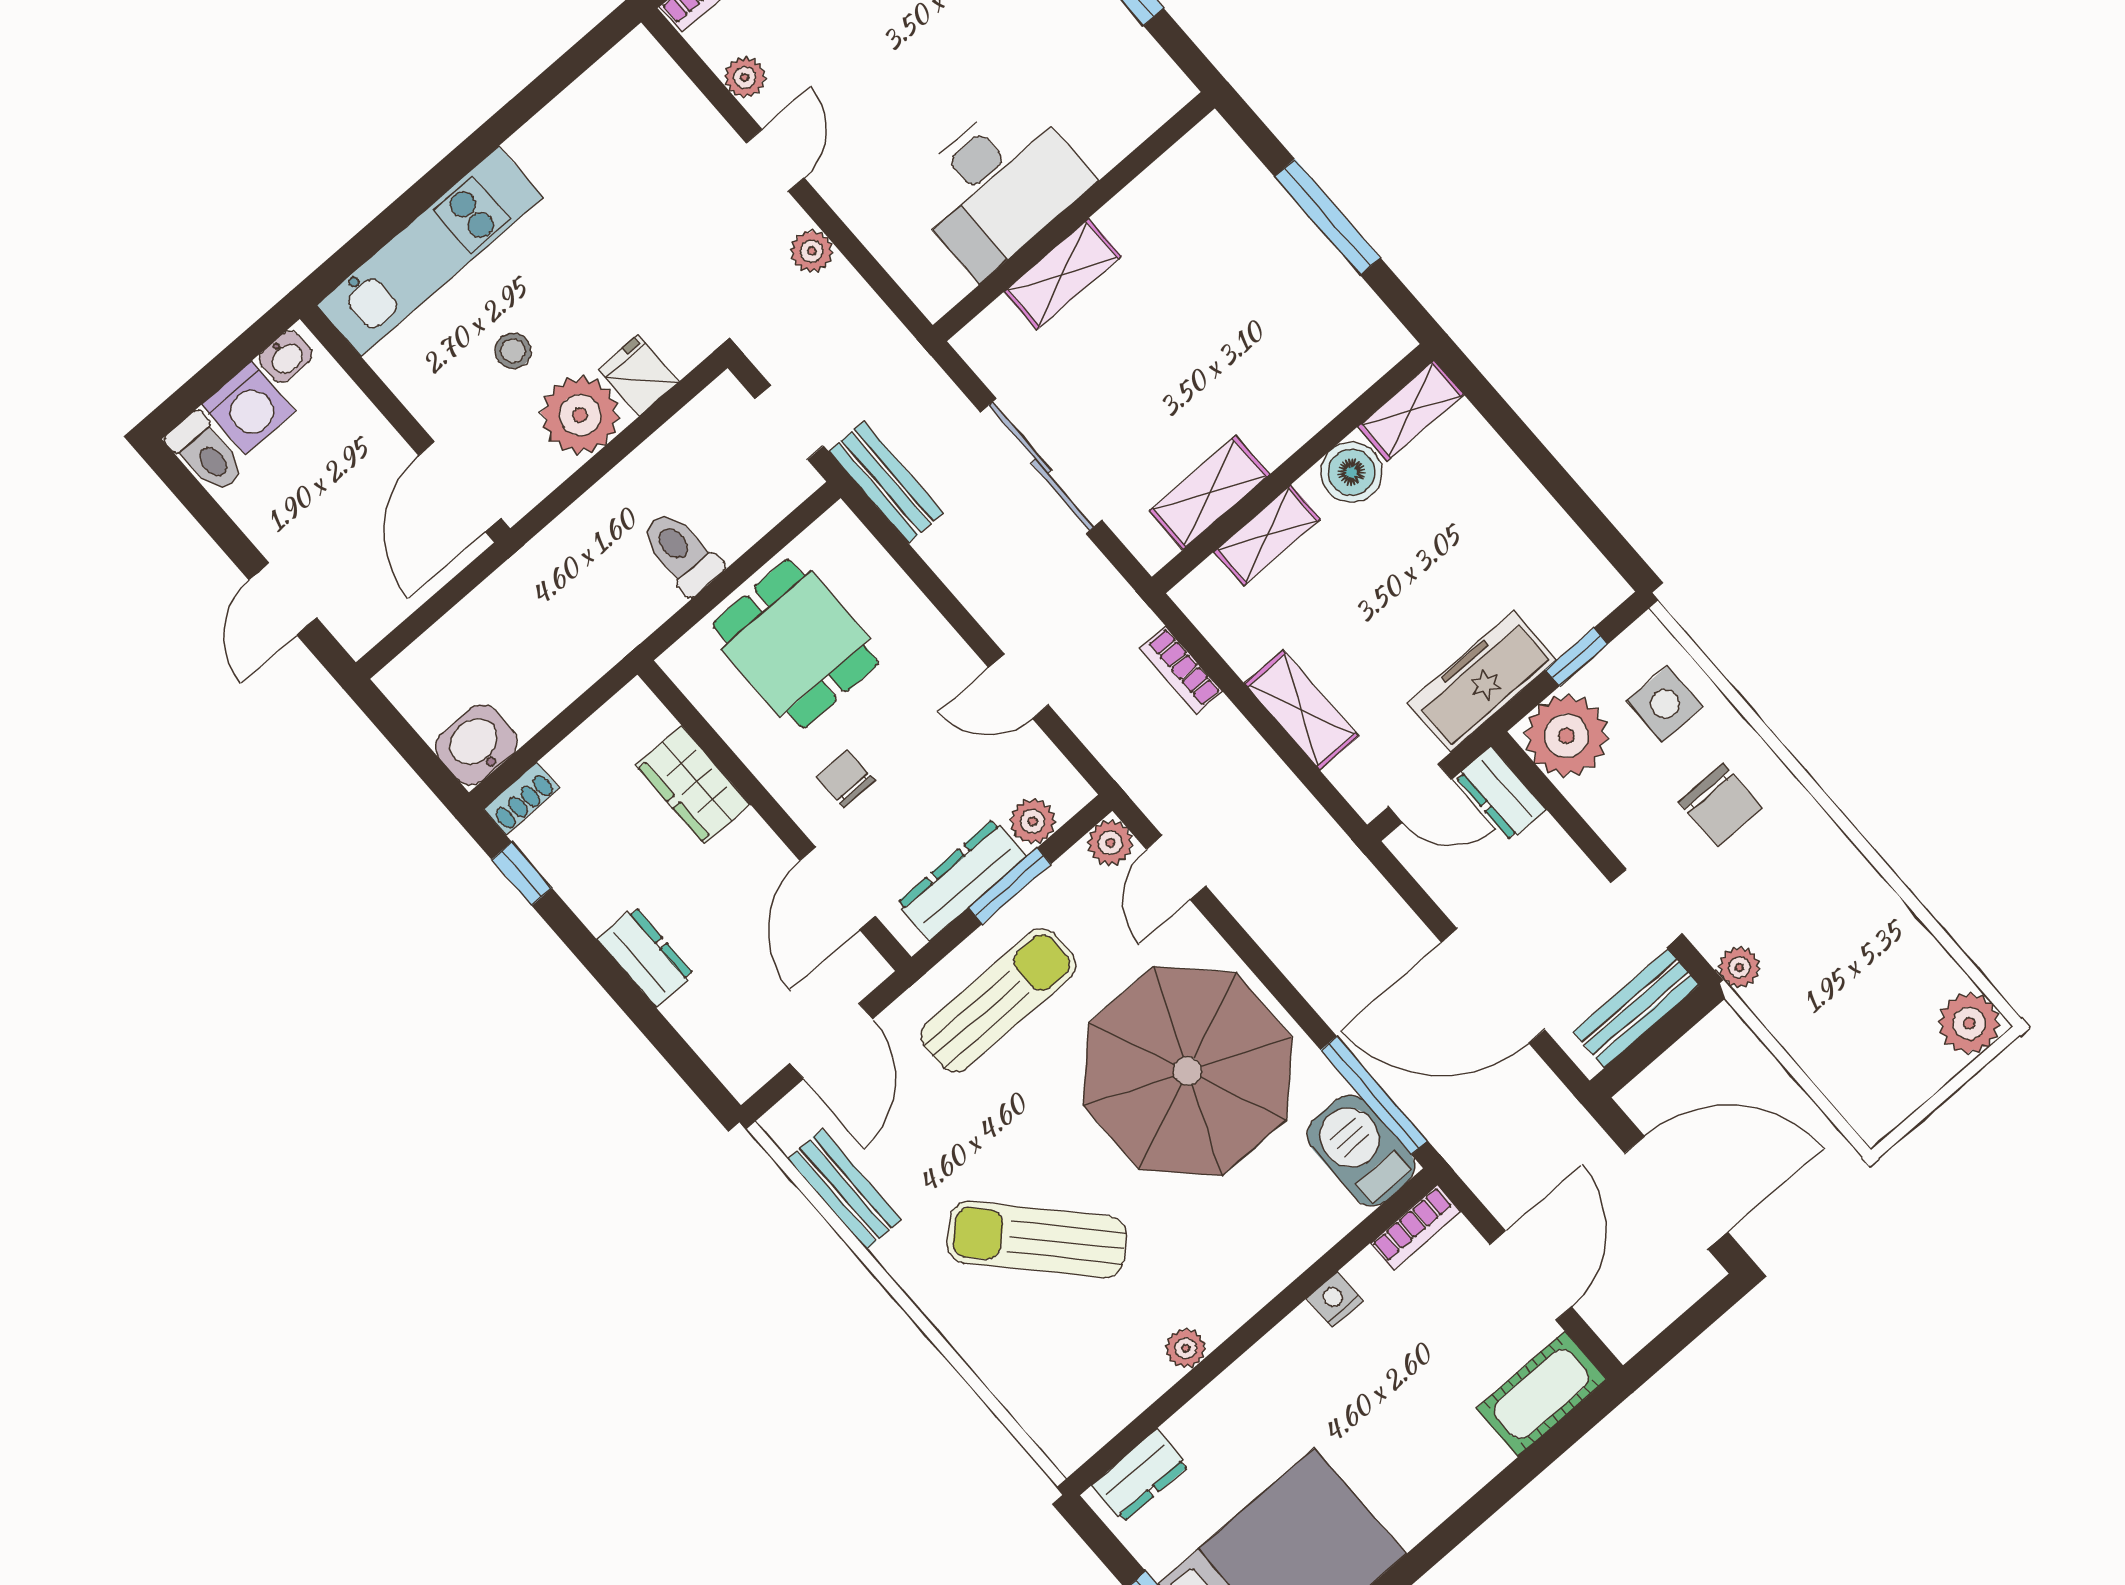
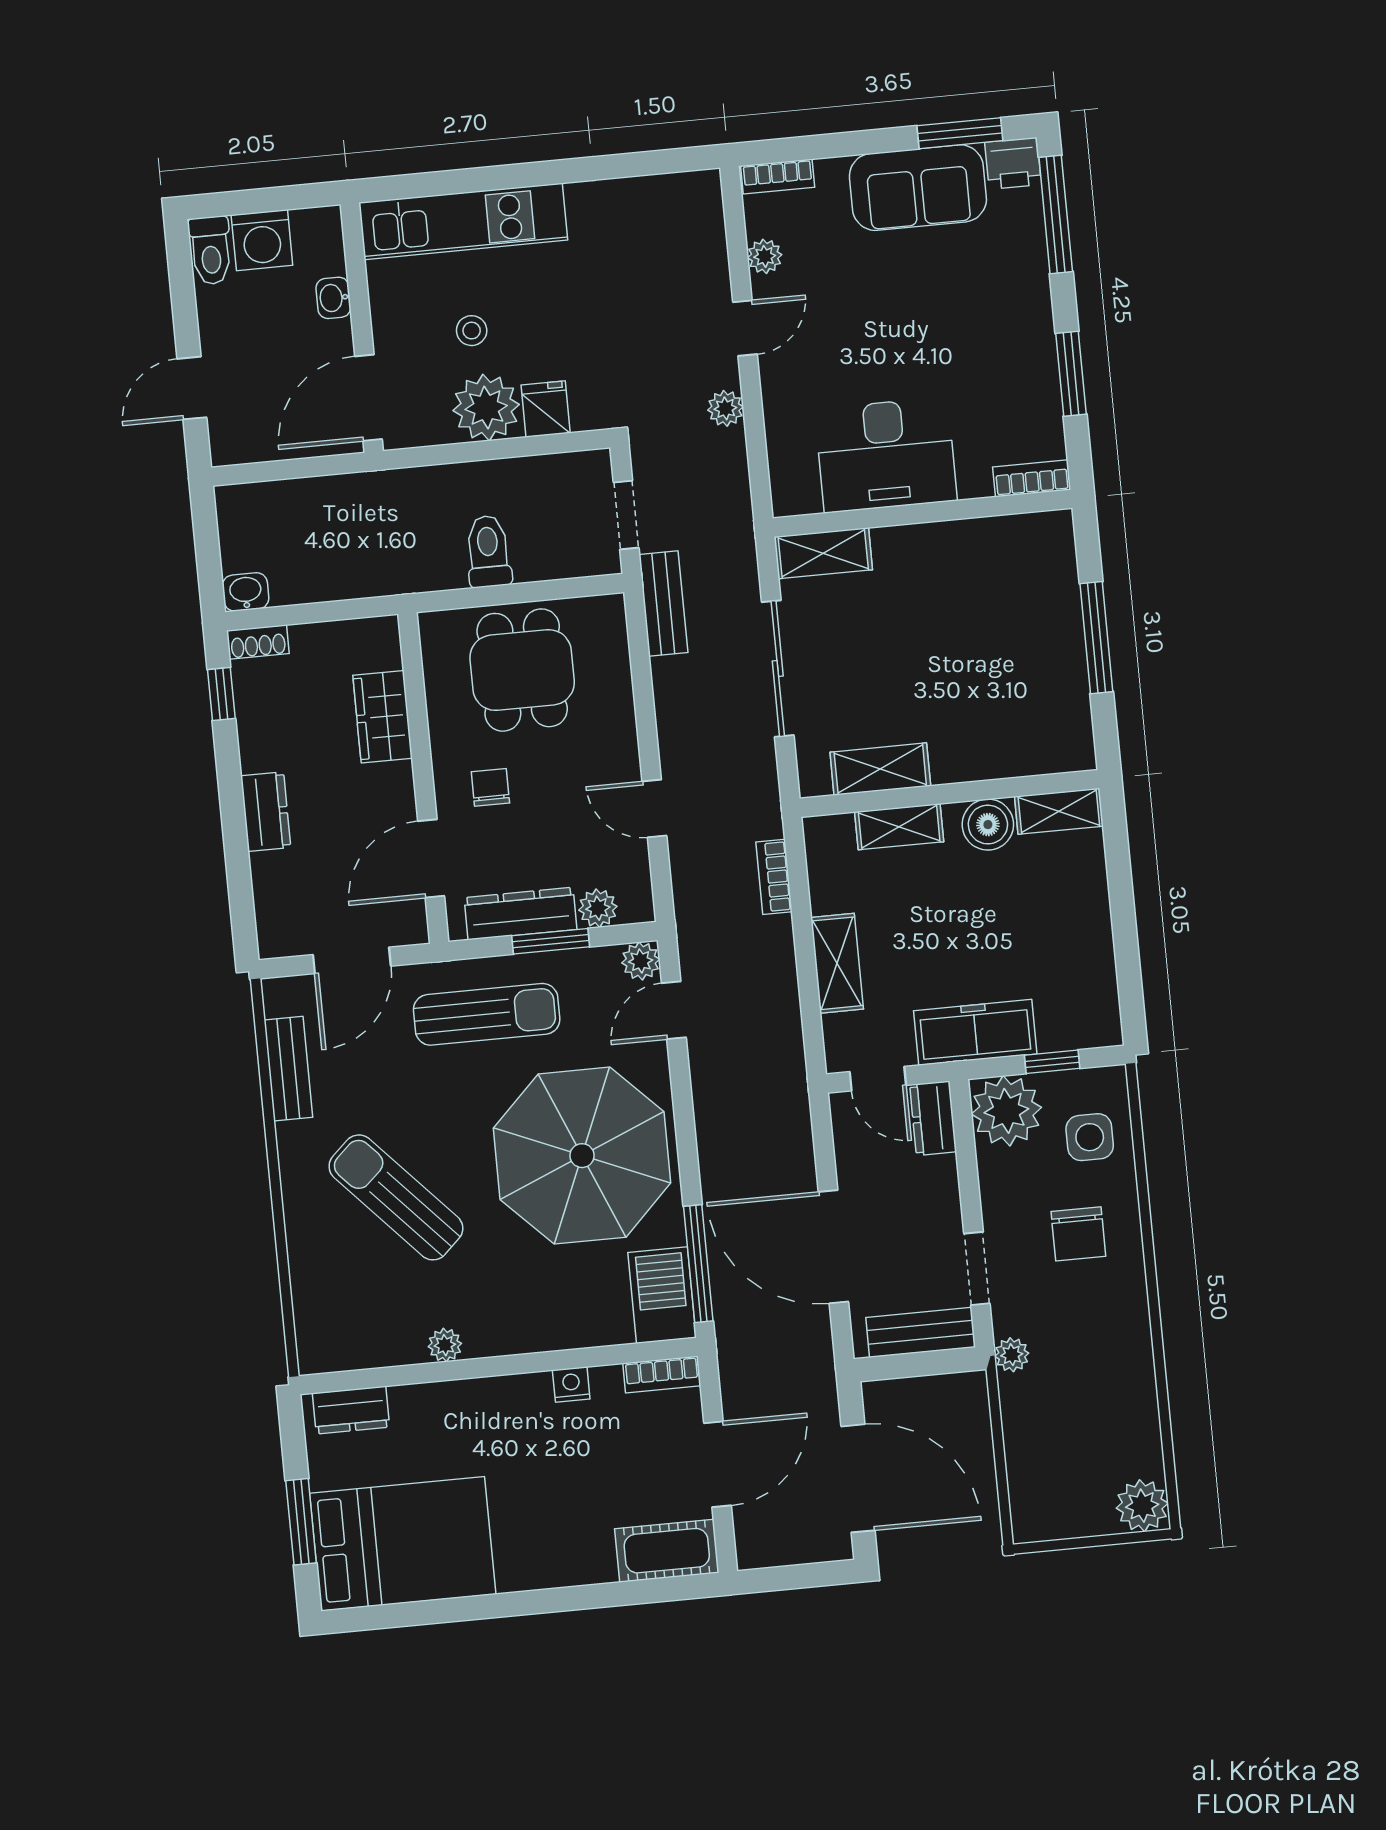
bookcase: (1155, 108) -> (1032, 478), added
shelving: (1063, 274) -> (823, 553), moved
washbasin: (286, 357) -> (333, 298), moved, turned 90
washbasin: (476, 745) -> (246, 592), width x0.72, depth x0.69

